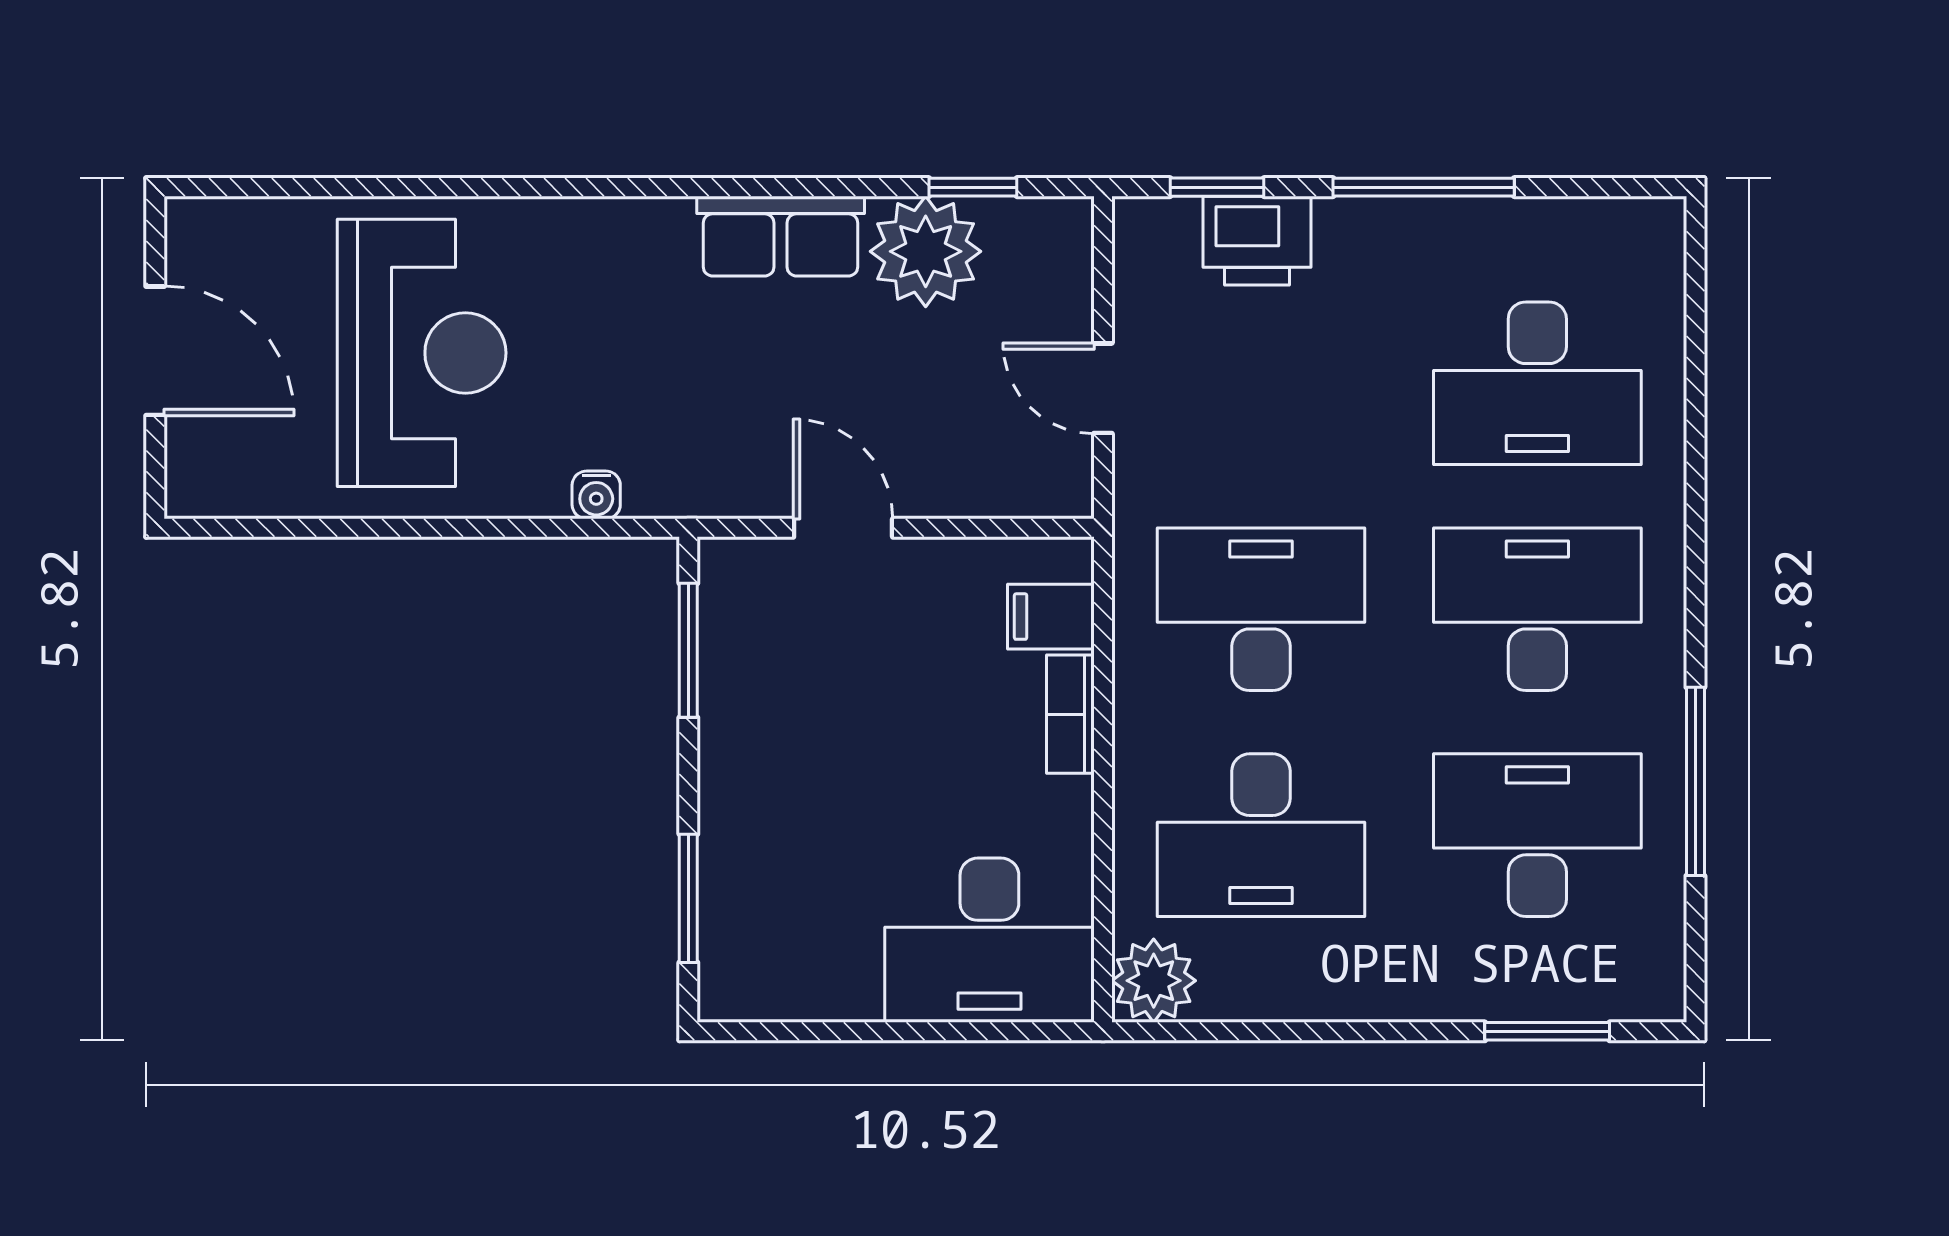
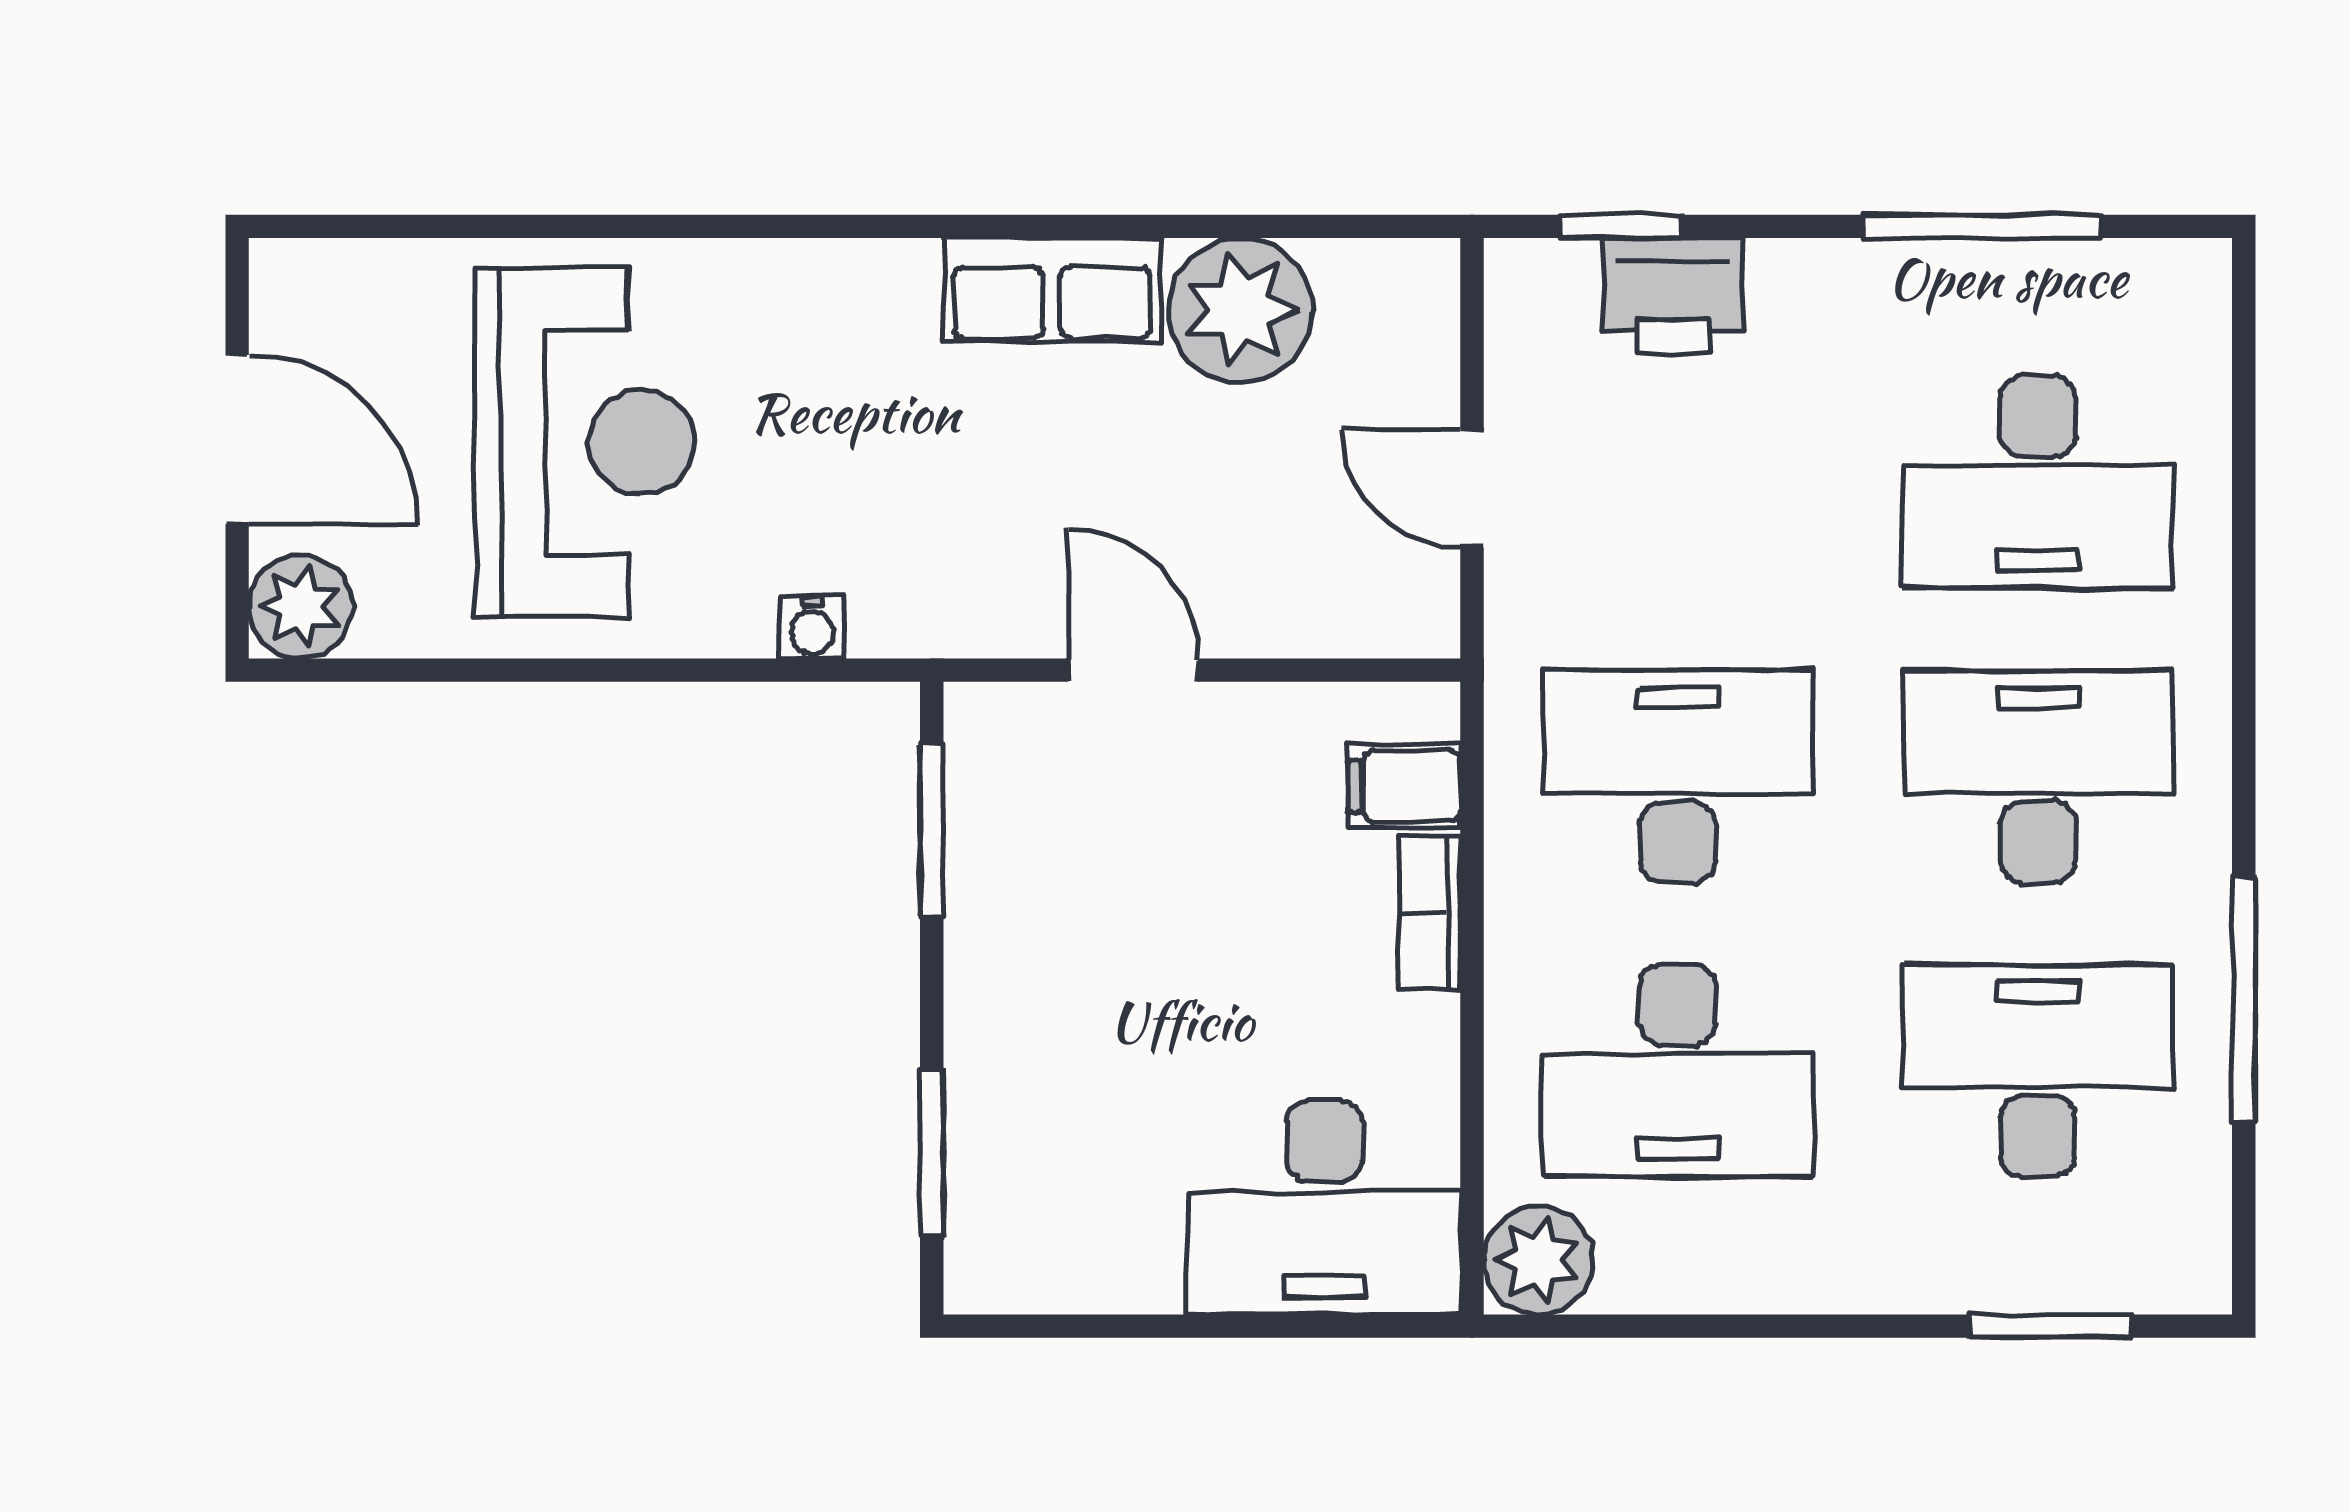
window: (973, 187) -> (1303, 226), removed
window: (1424, 187) -> (1982, 226), moved
plant: (204, 479) -> (301, 607), added

